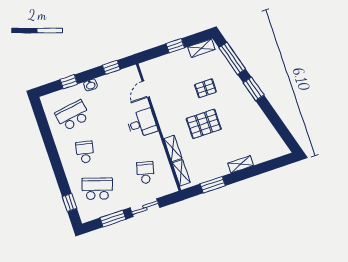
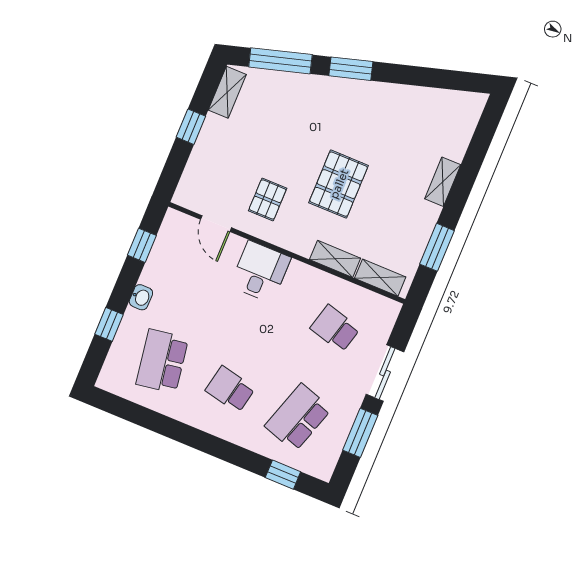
pallet: (205, 88) -> (268, 199), moved

